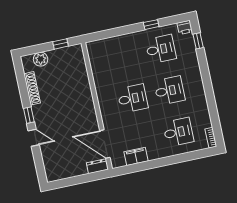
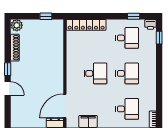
window: (151, 25) -> (134, 16), moved
locker: (110, 44) -> (86, 25), added
plant: (41, 59) -> (17, 25), moved
door: (105, 144) -> (65, 106), hinge flipped

